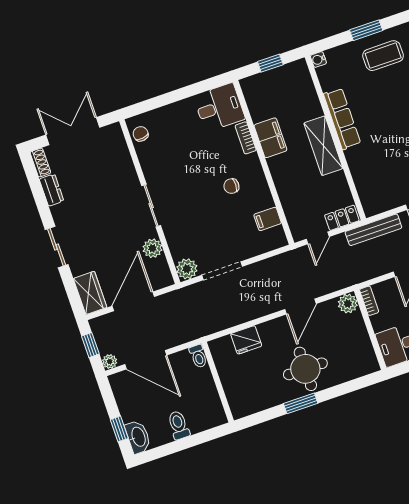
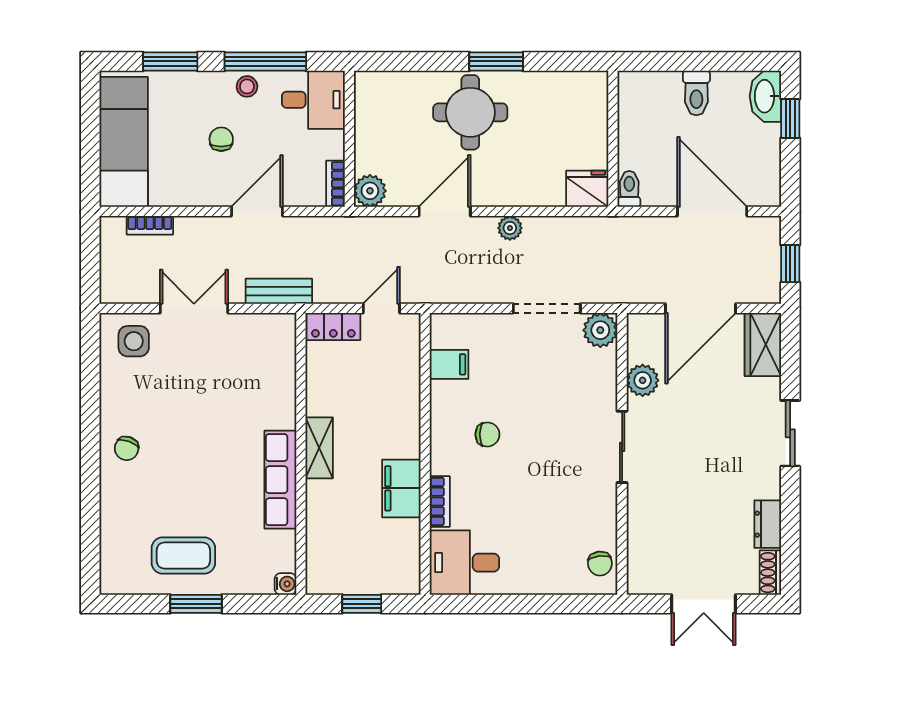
double door: (73, 131) -> (704, 604), width x0.73
shelving: (323, 146) -> (319, 448), width x0.67, depth x0.75
bench: (373, 230) -> (279, 291), width x0.73
fridge: (246, 340) -> (587, 189), moved
plant: (110, 361) -> (510, 228), moved

